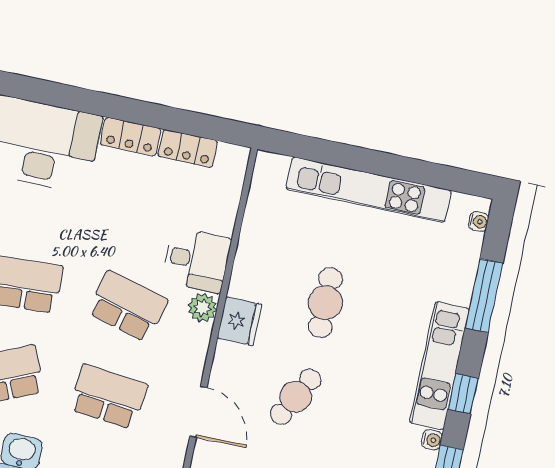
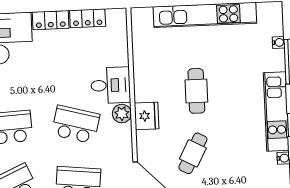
water cooler: (479, 221) -> (278, 42), moved

